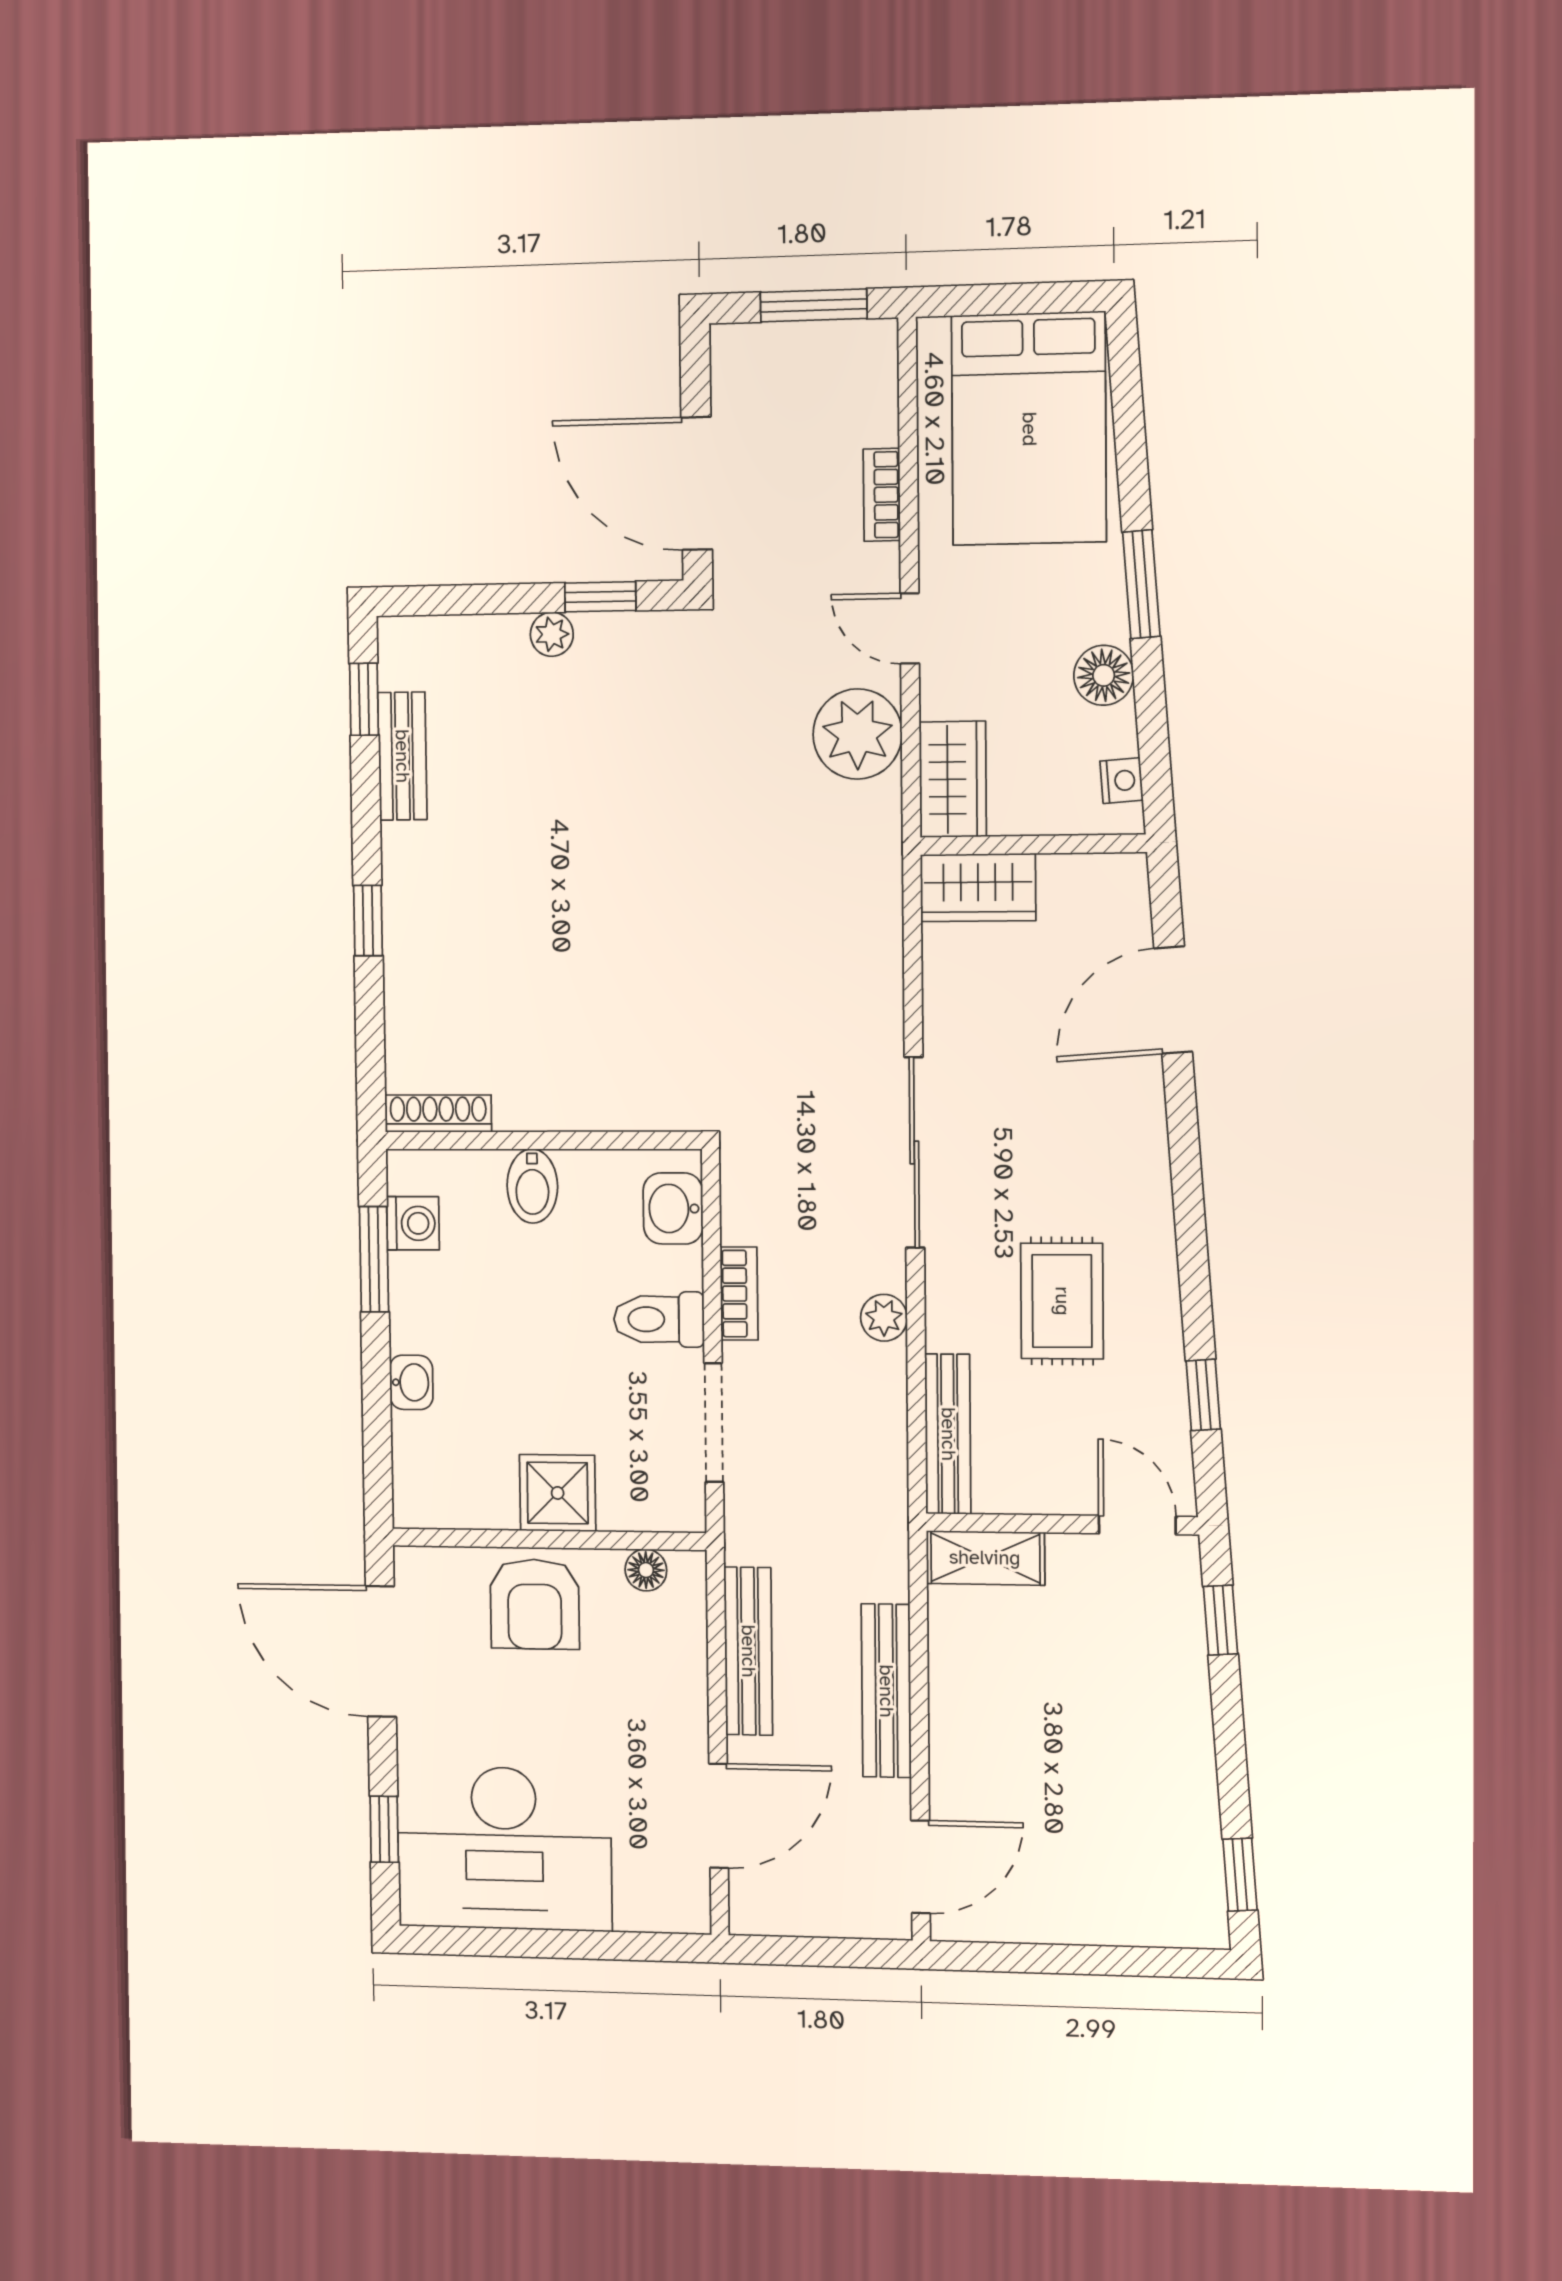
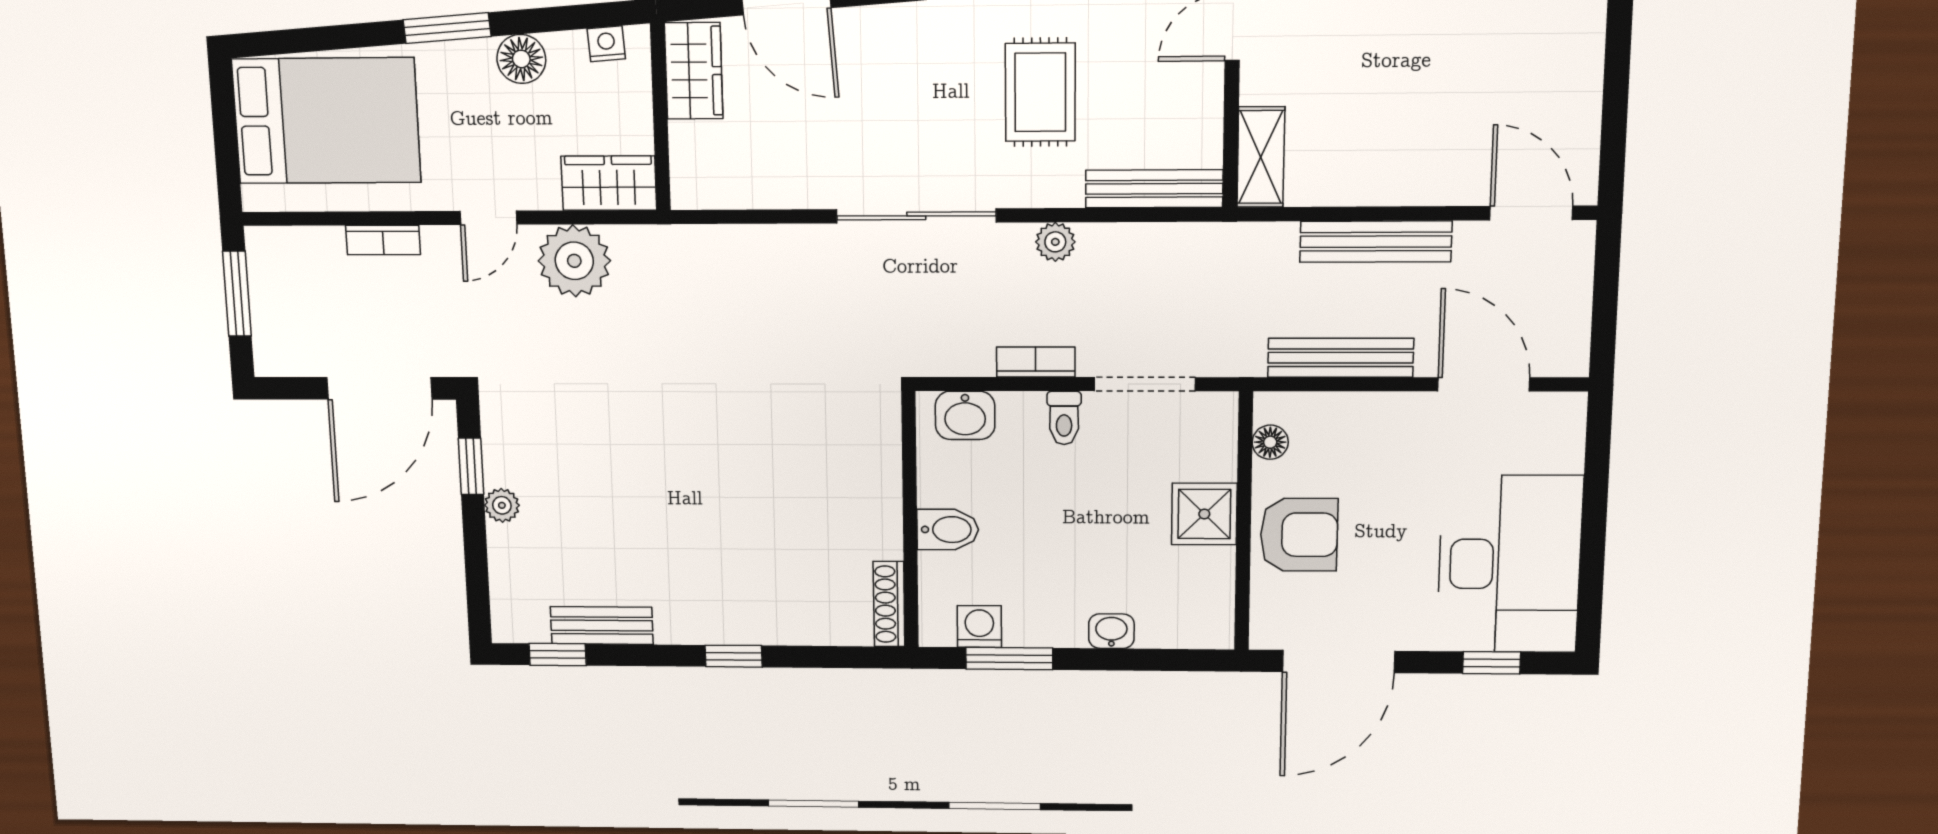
wardrobe: (978, 888) -> (694, 71), moved
rug: (1062, 1301) -> (1040, 92), turned 90
toilet: (659, 1319) -> (1064, 418), width x0.73, depth x0.72

